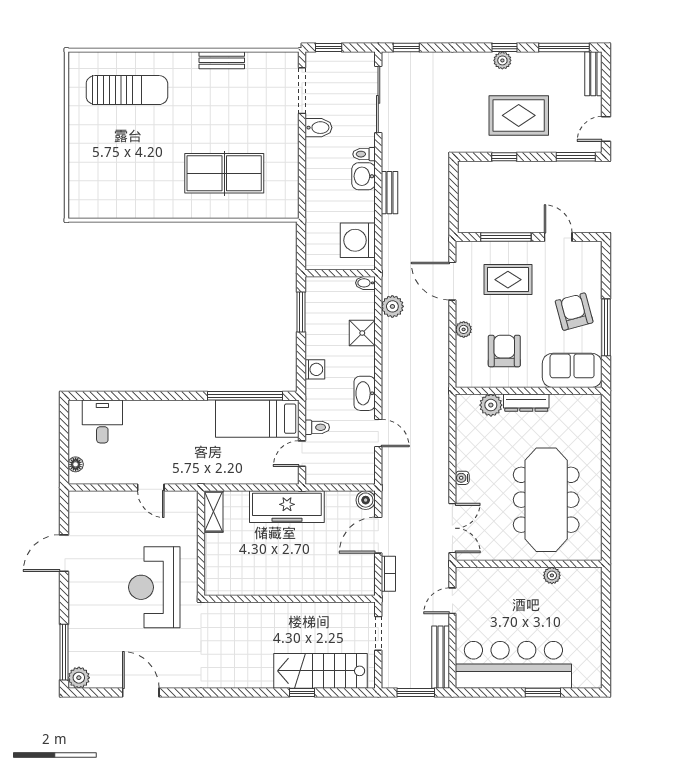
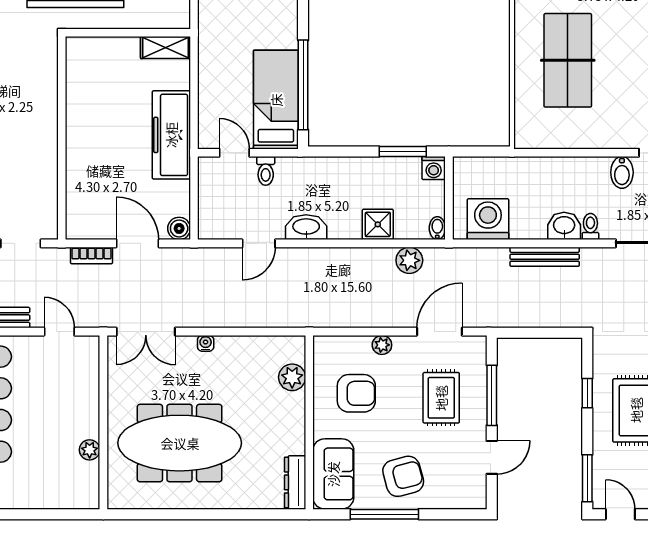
bench: (389, 193) -> (545, 257), width x1.36
washing machine: (315, 369) -> (434, 168), moved
dresser: (526, 403) -> (295, 482), moved

